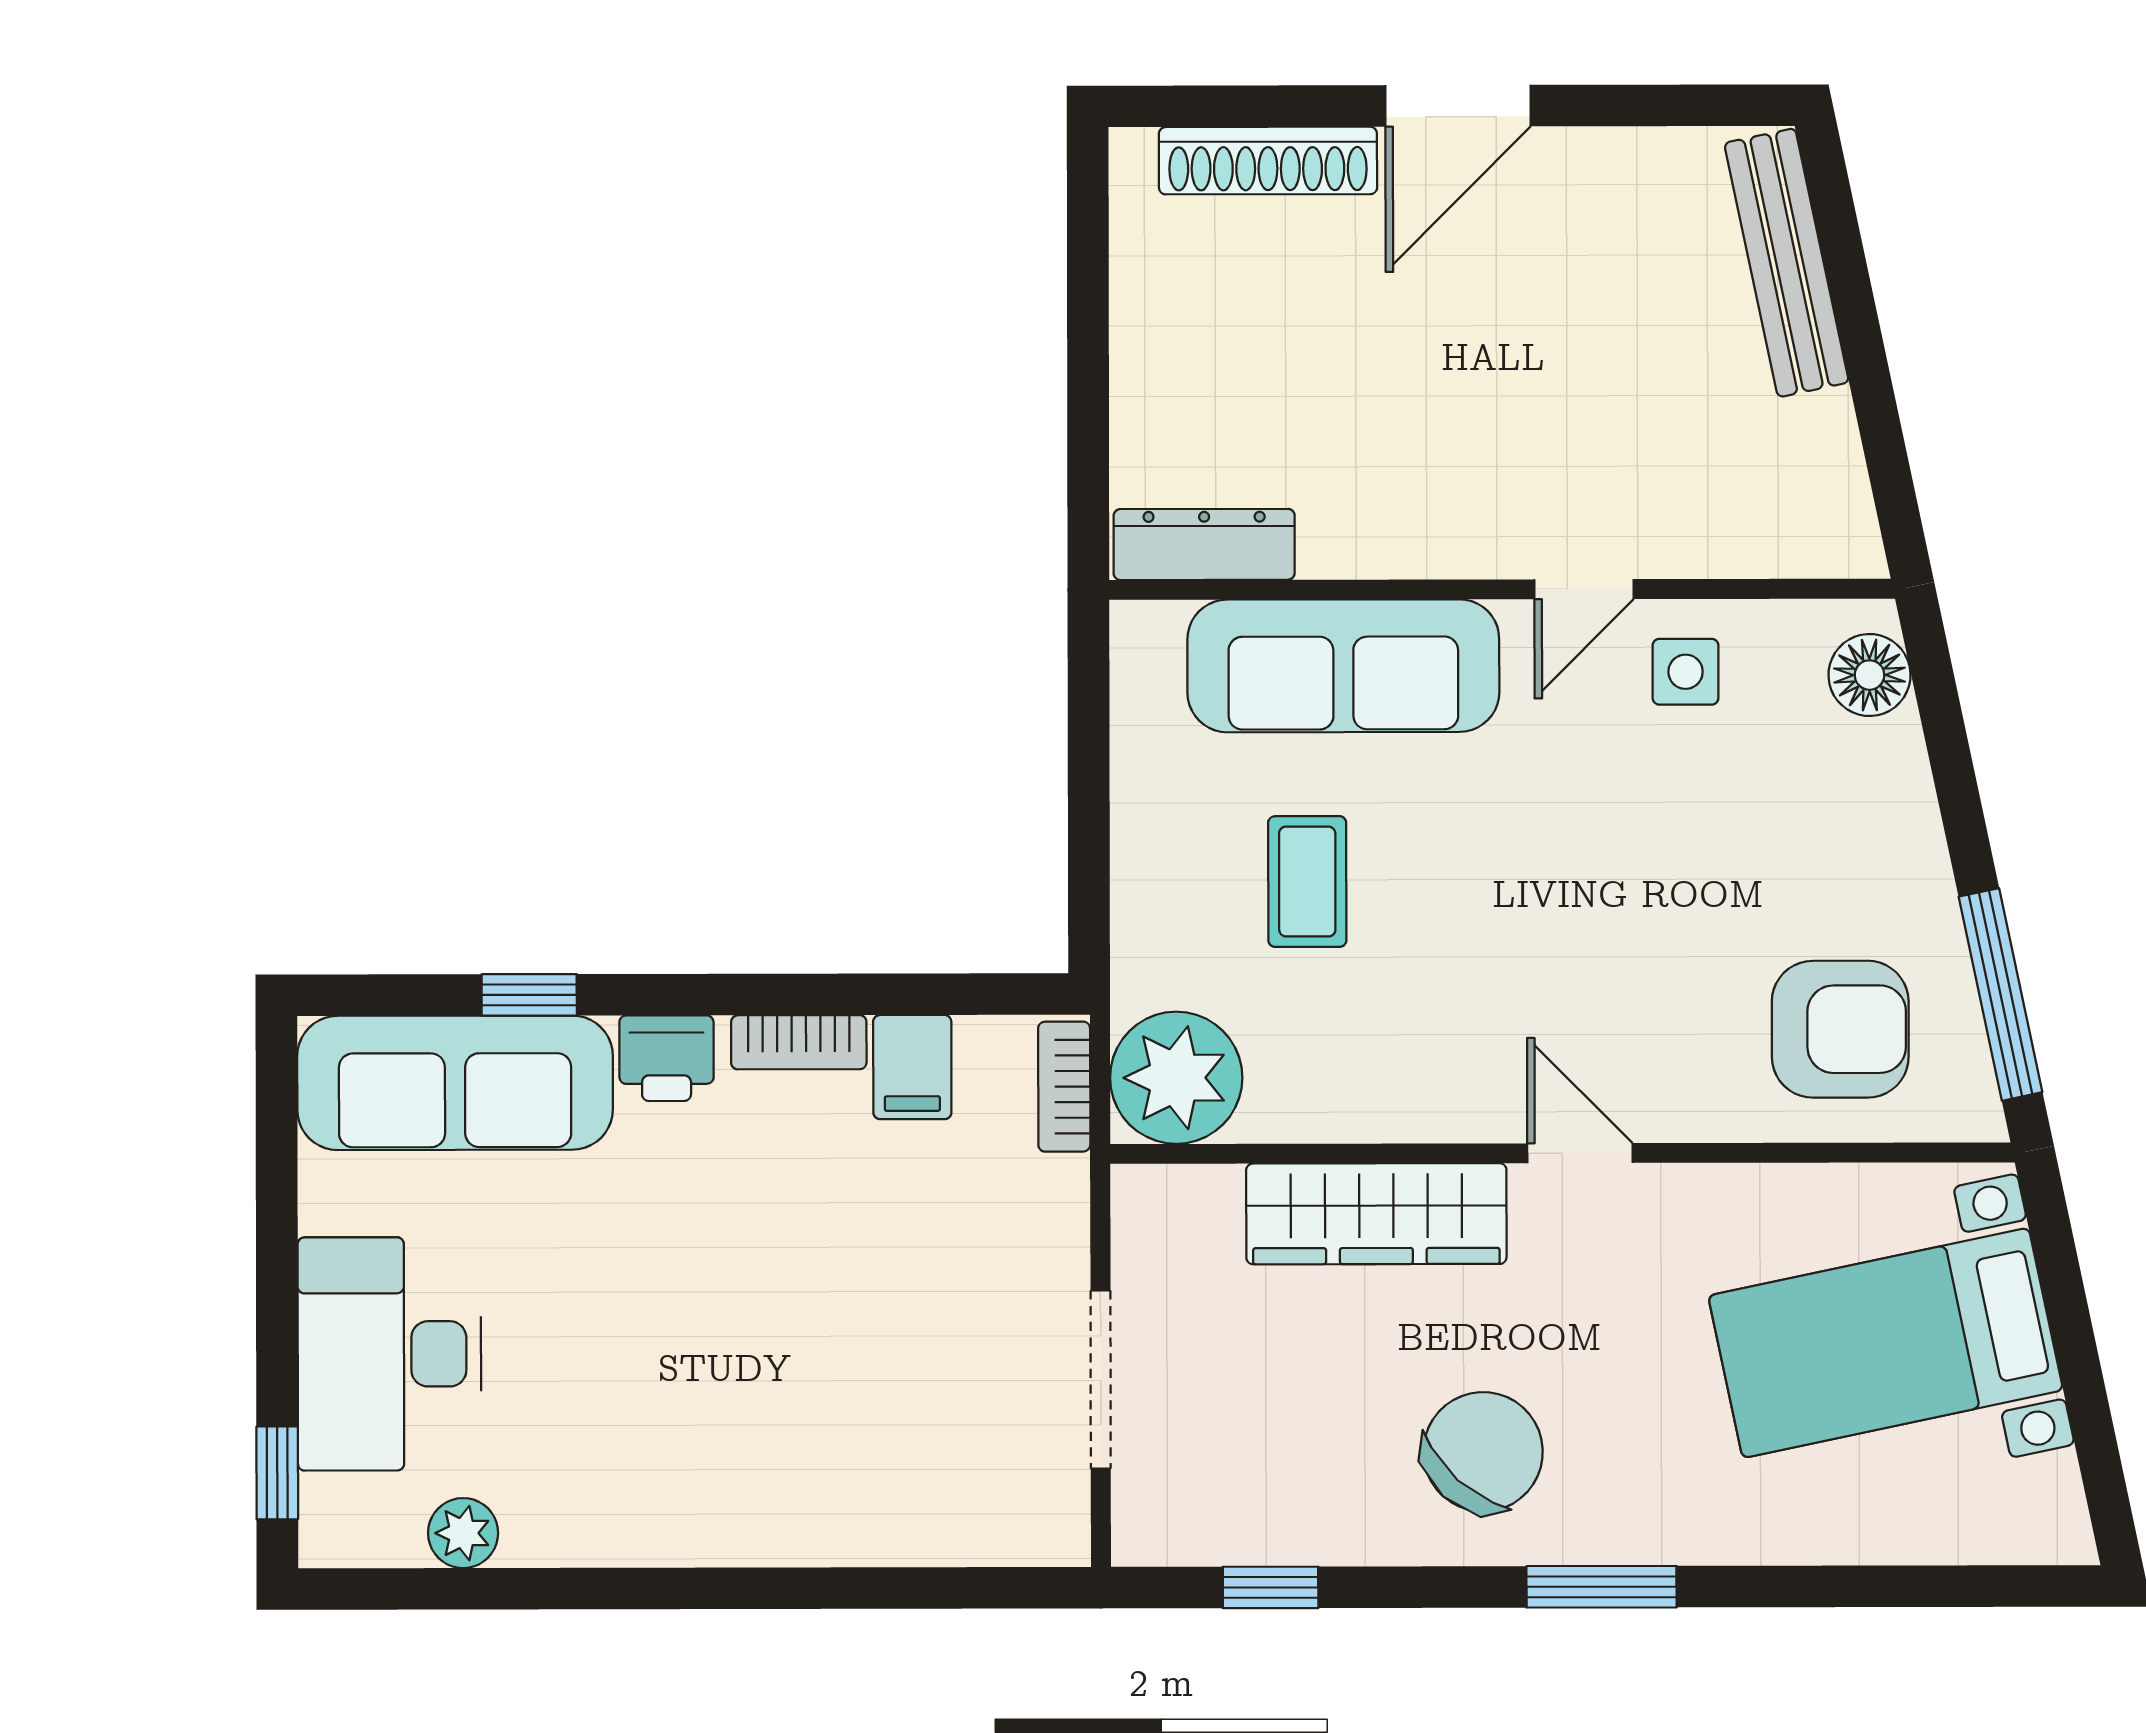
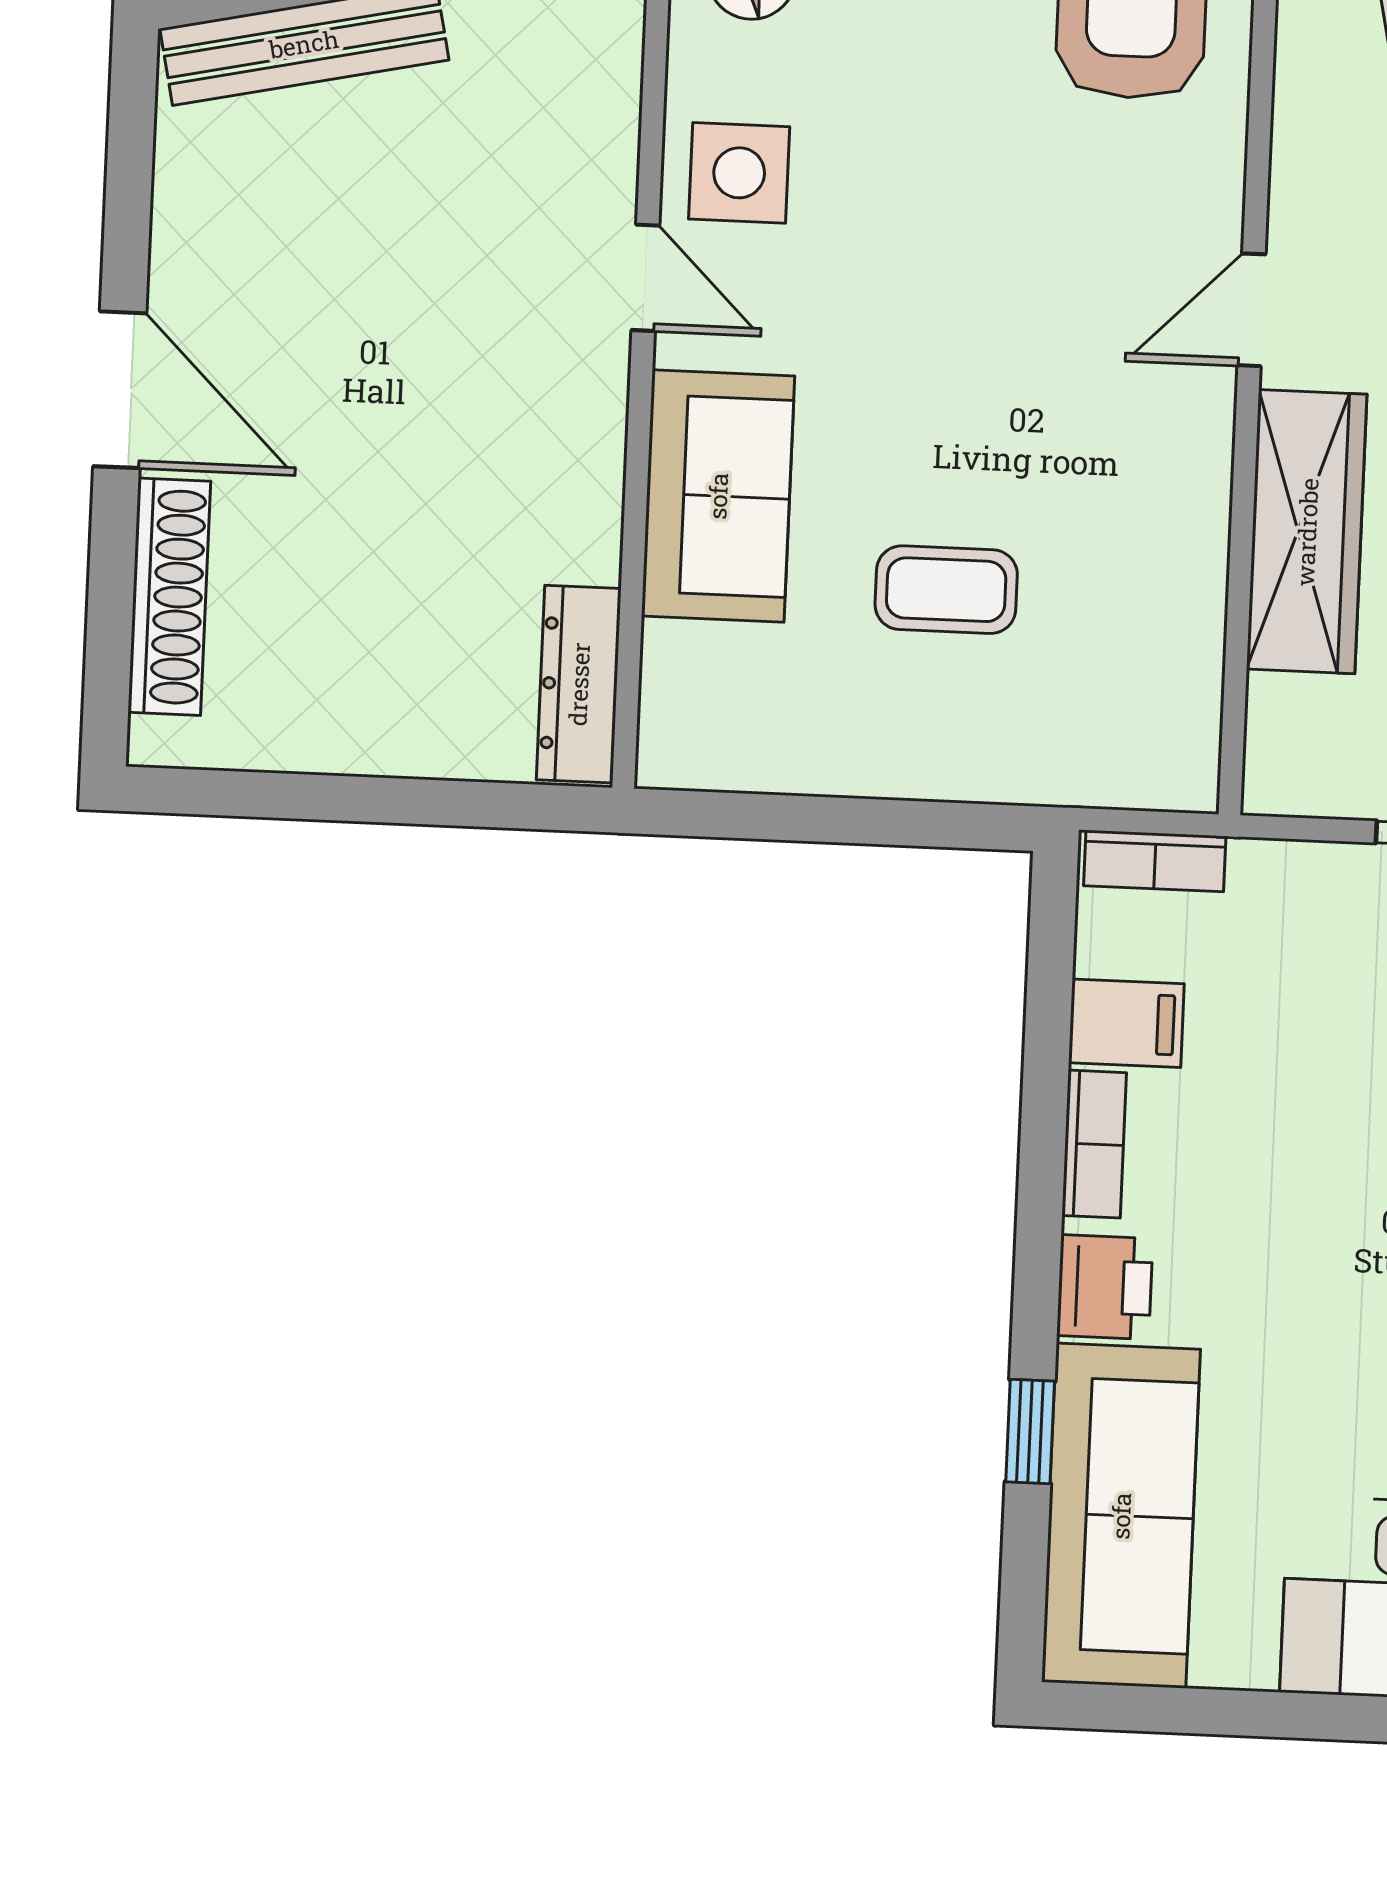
sofa: (1343, 666) -> (718, 496), width x0.73
side table: (1686, 672) -> (739, 173), width x1.37, depth x1.37
plant: (1176, 1078) -> (1151, 740), removed

